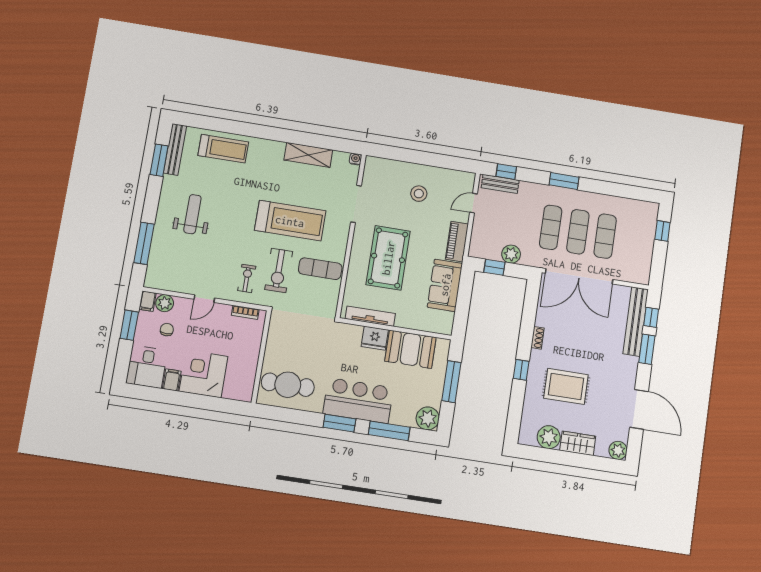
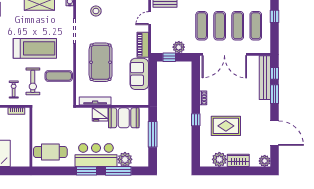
stool: (419, 194) -> (96, 11), moved
exercise mat: (632, 241) -> (256, 26), added
plant: (428, 418) -> (125, 159), moved

